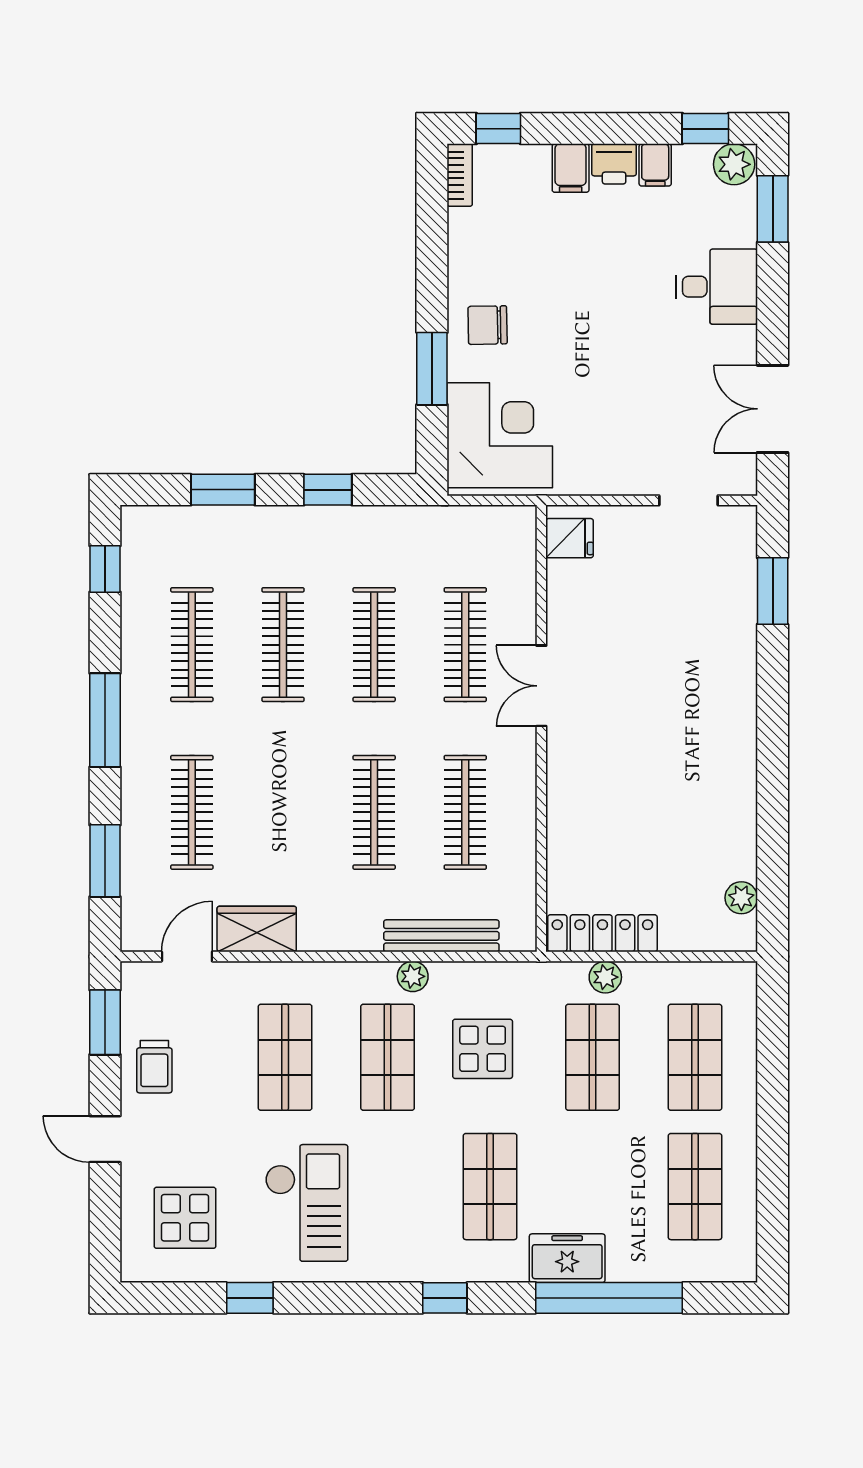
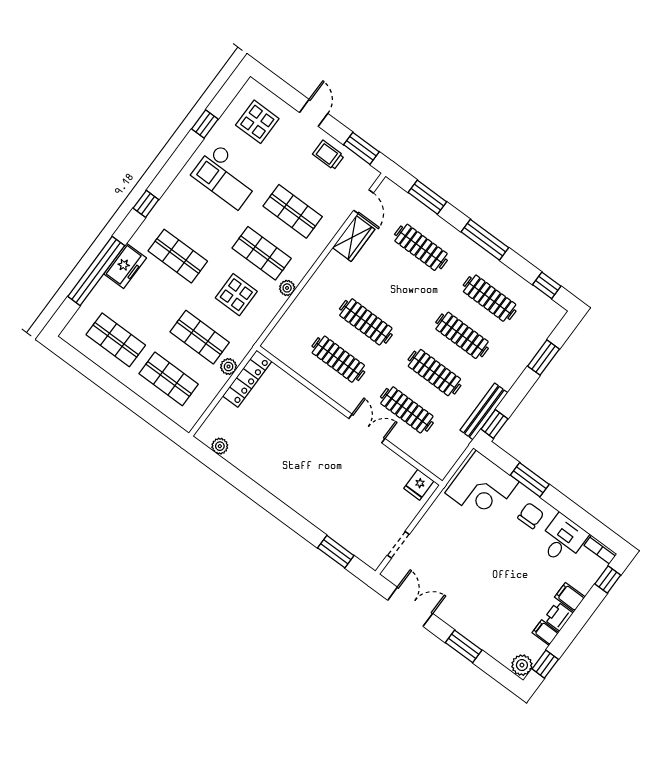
window: (773, 209) -> (464, 646), moved
desk: (717, 287) -> (562, 539), moved, turned 180
window: (328, 490) -> (494, 424), moved
bench: (441, 936) -> (484, 411), moved
door: (105, 1139) -> (314, 113), hinge flipped

